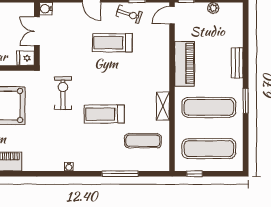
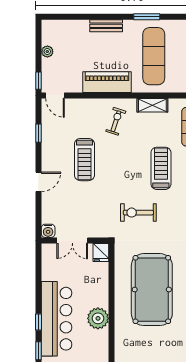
exercise bike: (129, 14) -> (116, 121), moved
treadmill: (104, 114) -> (161, 168), turned 180

